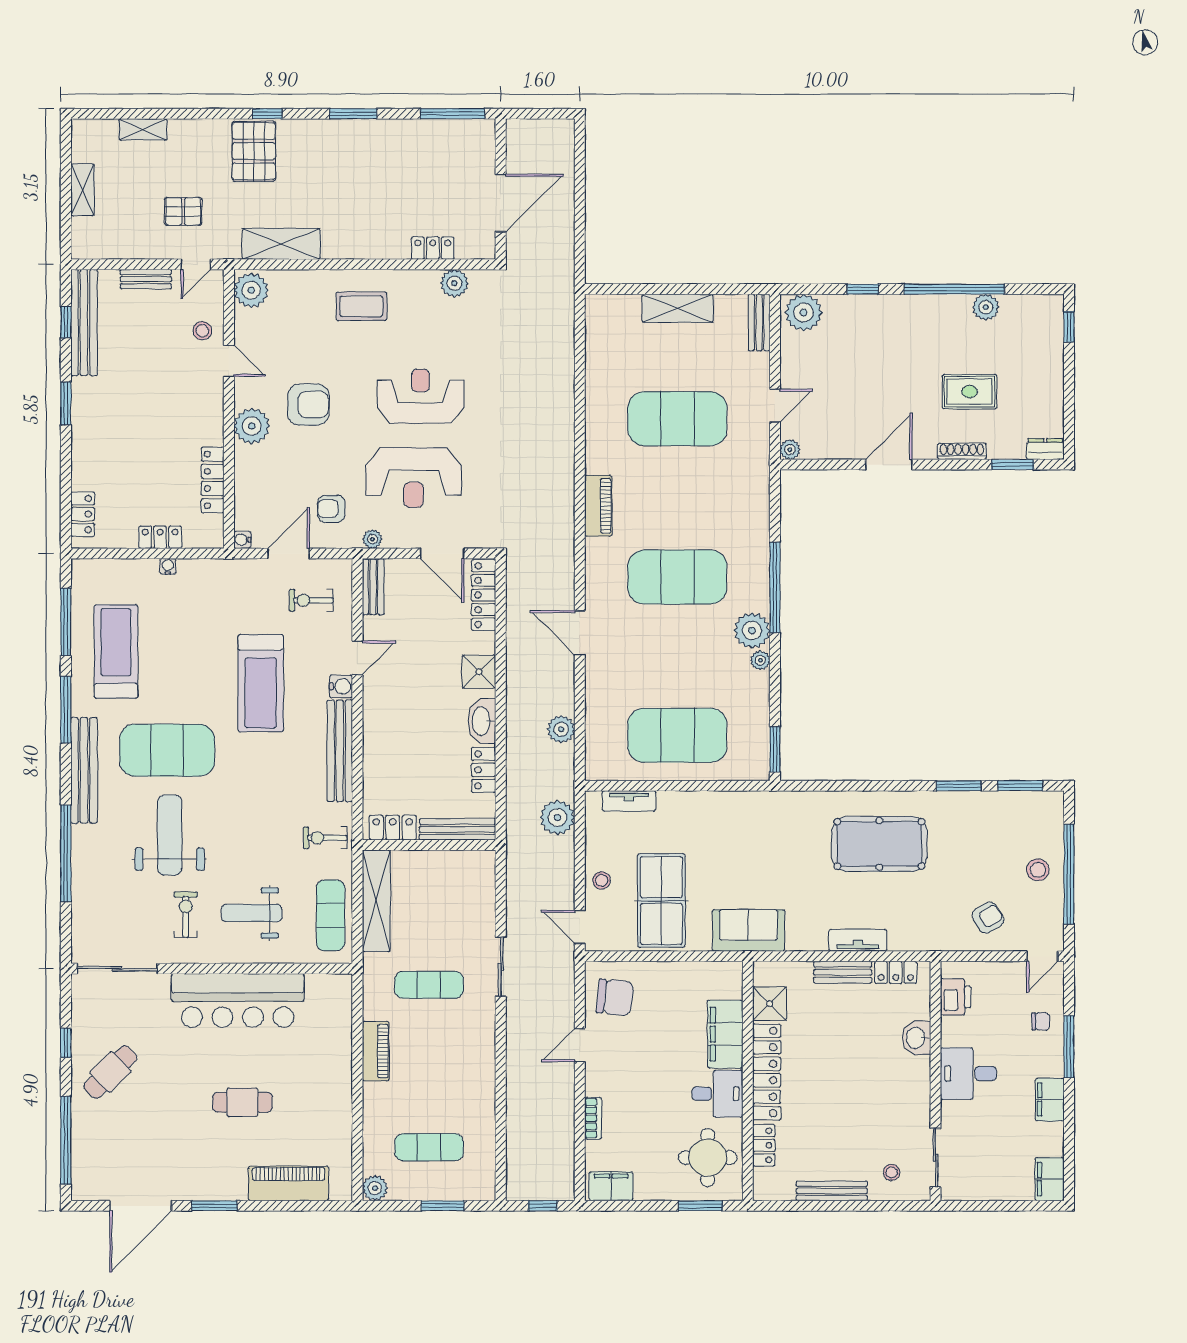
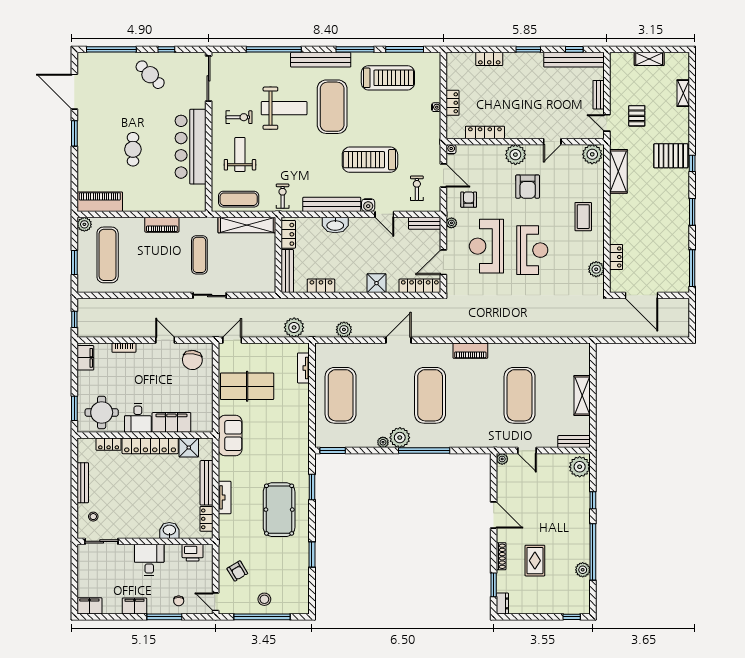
stool: (202, 331) -> (569, 127), removed
locker: (83, 514) -> (489, 59), moved
washbasin: (482, 721) -> (335, 225), moved, turned 180
window: (1020, 786) -> (312, 487), moved
stool: (602, 880) -> (258, 352), removed
bench: (843, 972) -> (206, 483), width x1.36
exercise mat: (429, 1147) -> (108, 255), width x1.36, depth x1.45
piano: (288, 1183) -> (100, 202), moved, turned -90

